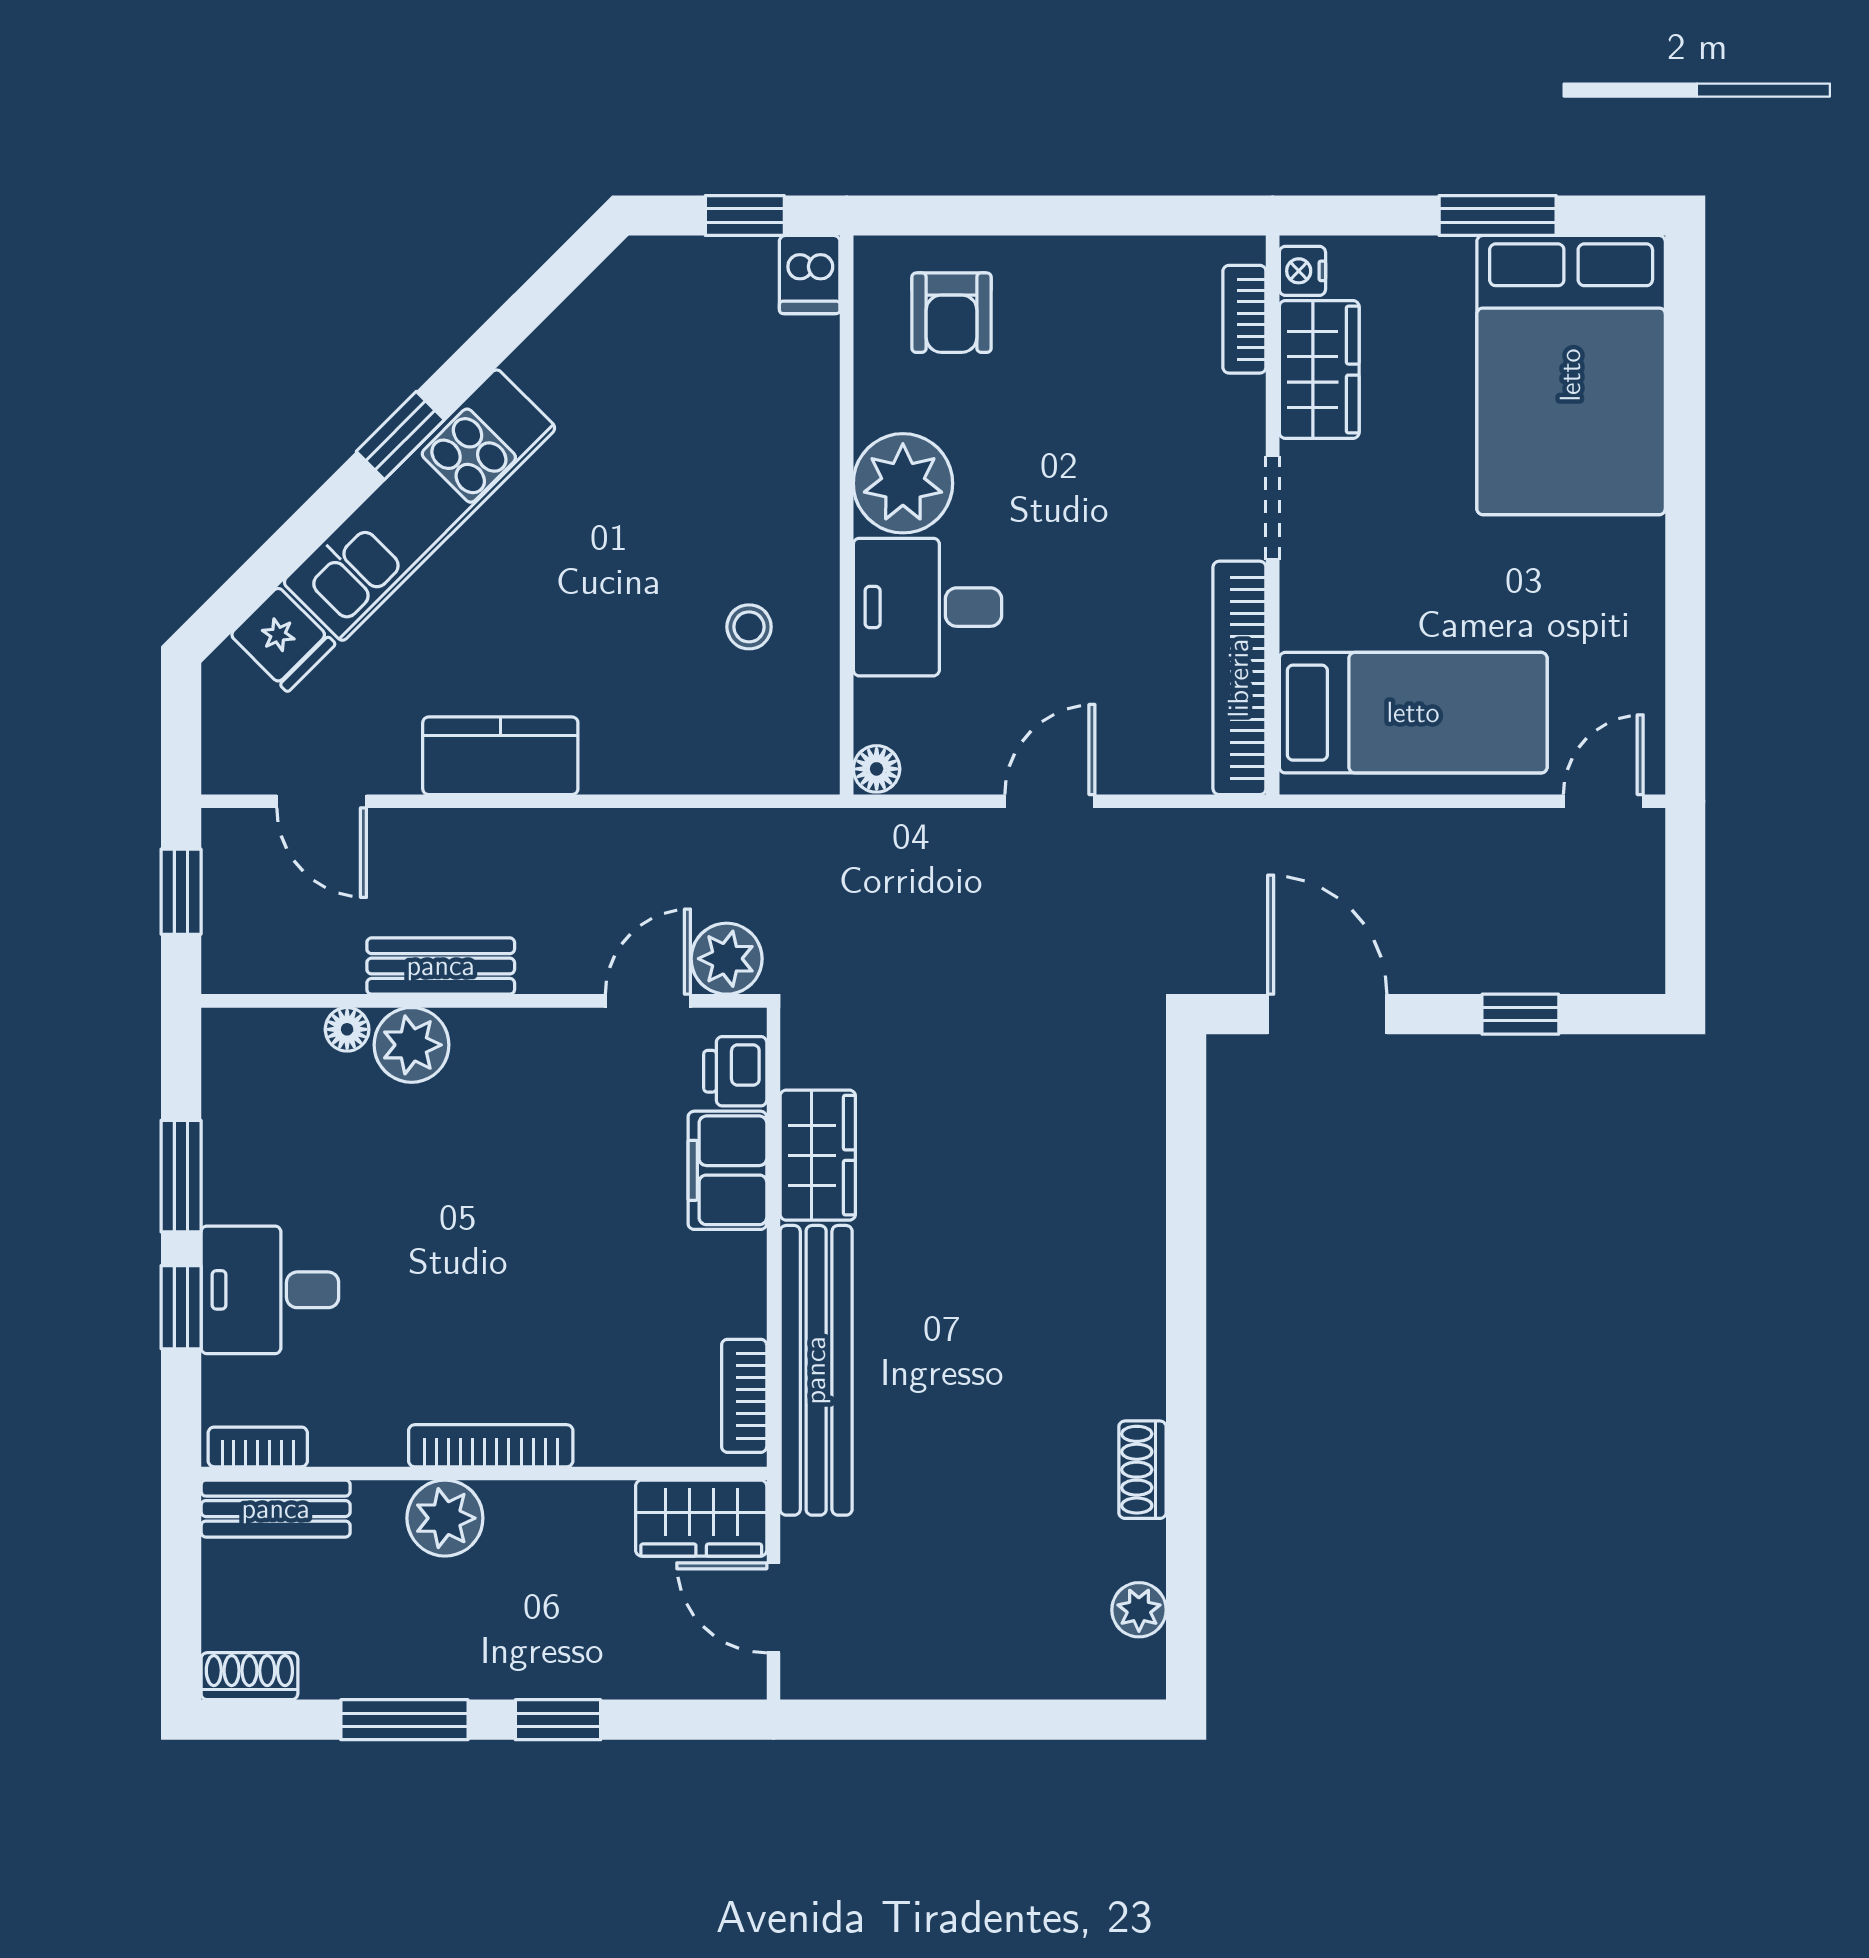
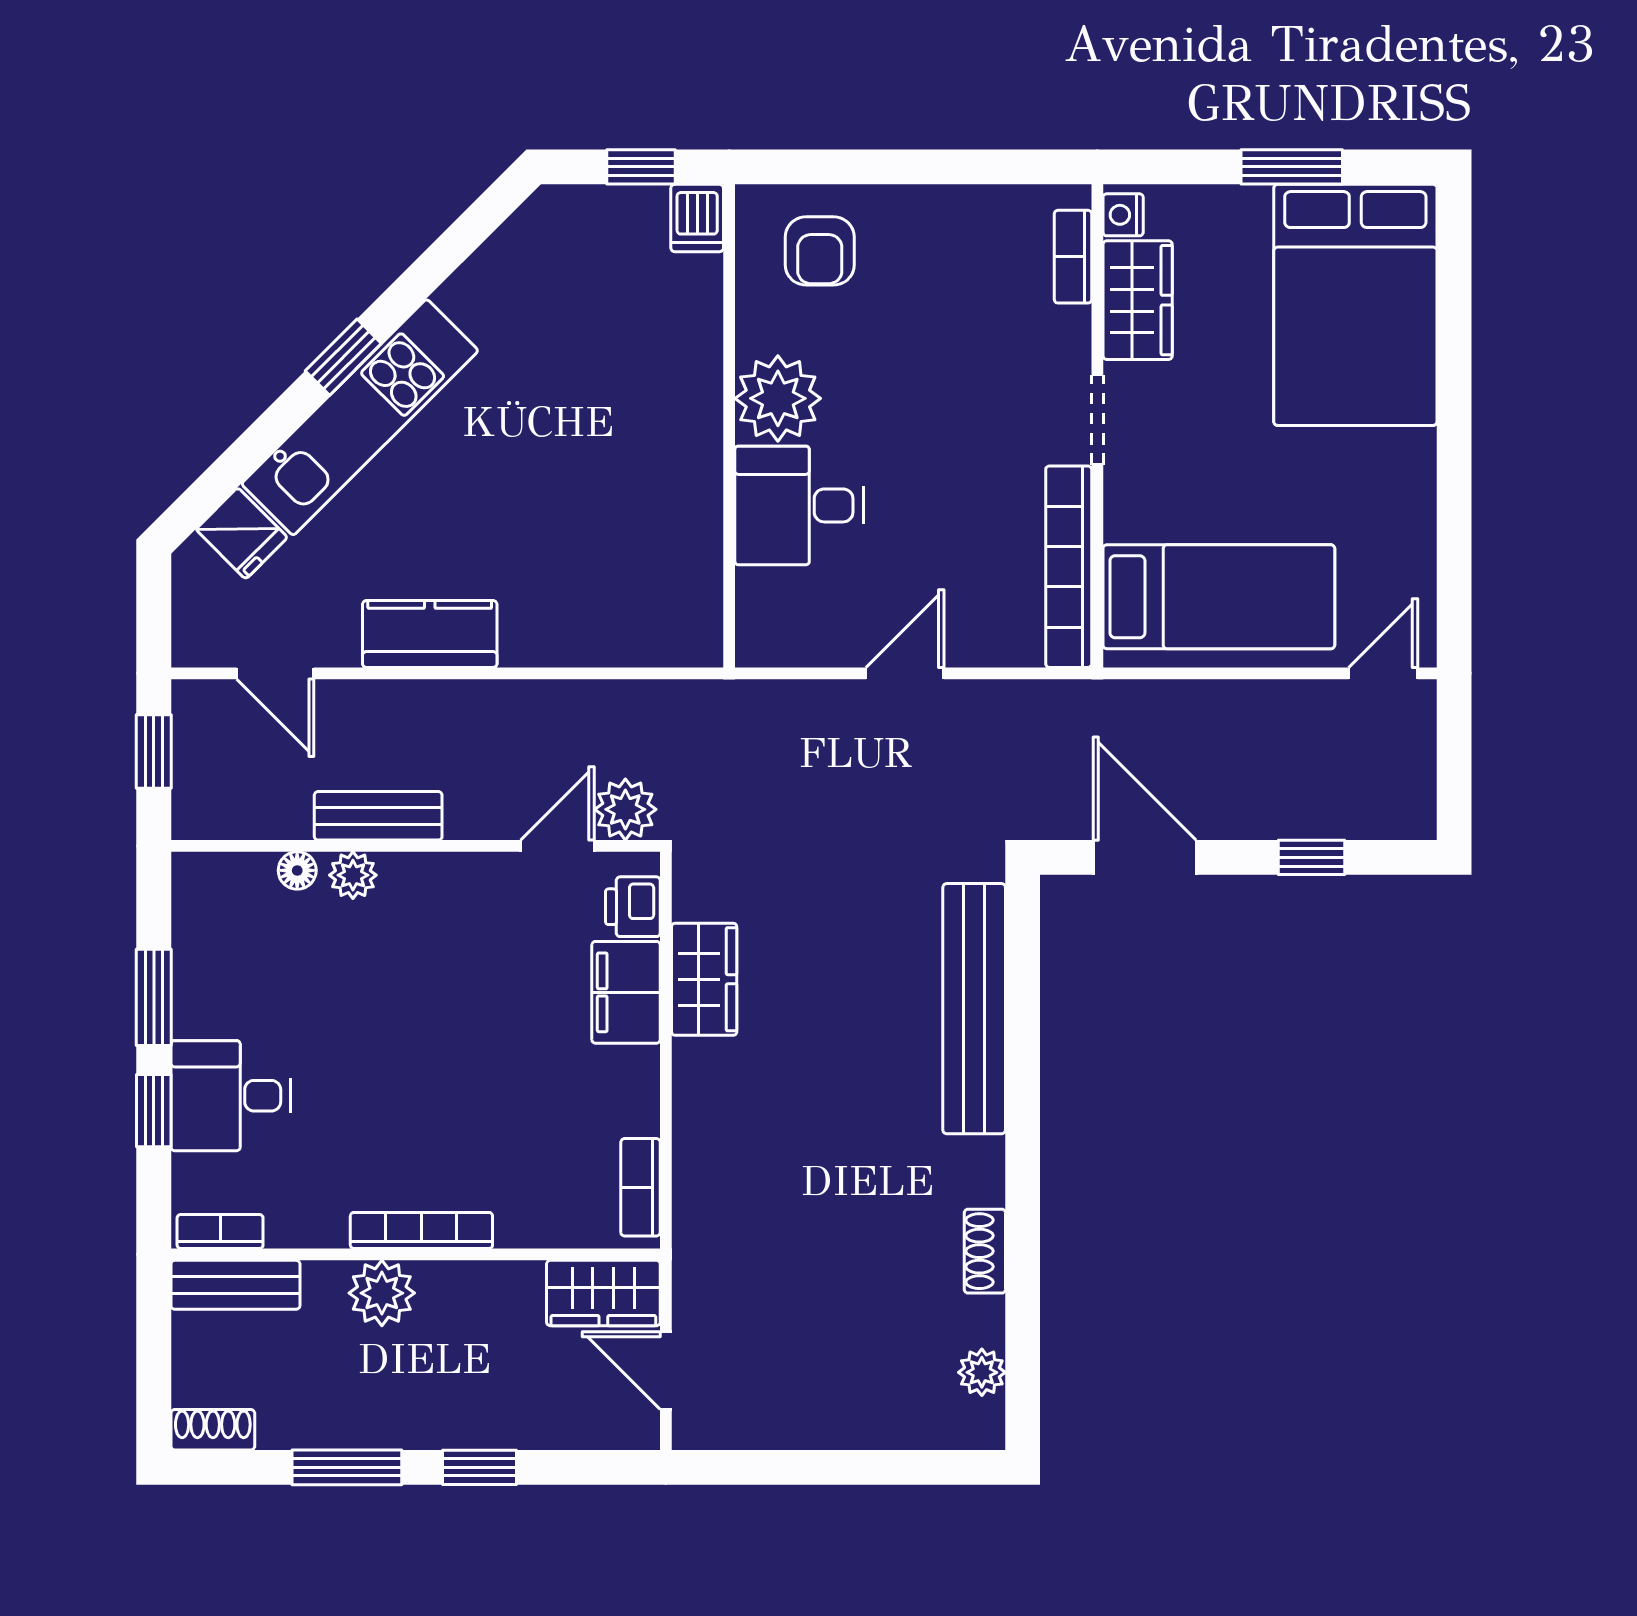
stool: (749, 627) -> (645, 523), removed
floor lamp: (877, 769) -> (755, 645), removed
plant: (412, 1045) -> (353, 875), width x0.73, depth x0.73
bench: (816, 1370) -> (974, 1009), moved

